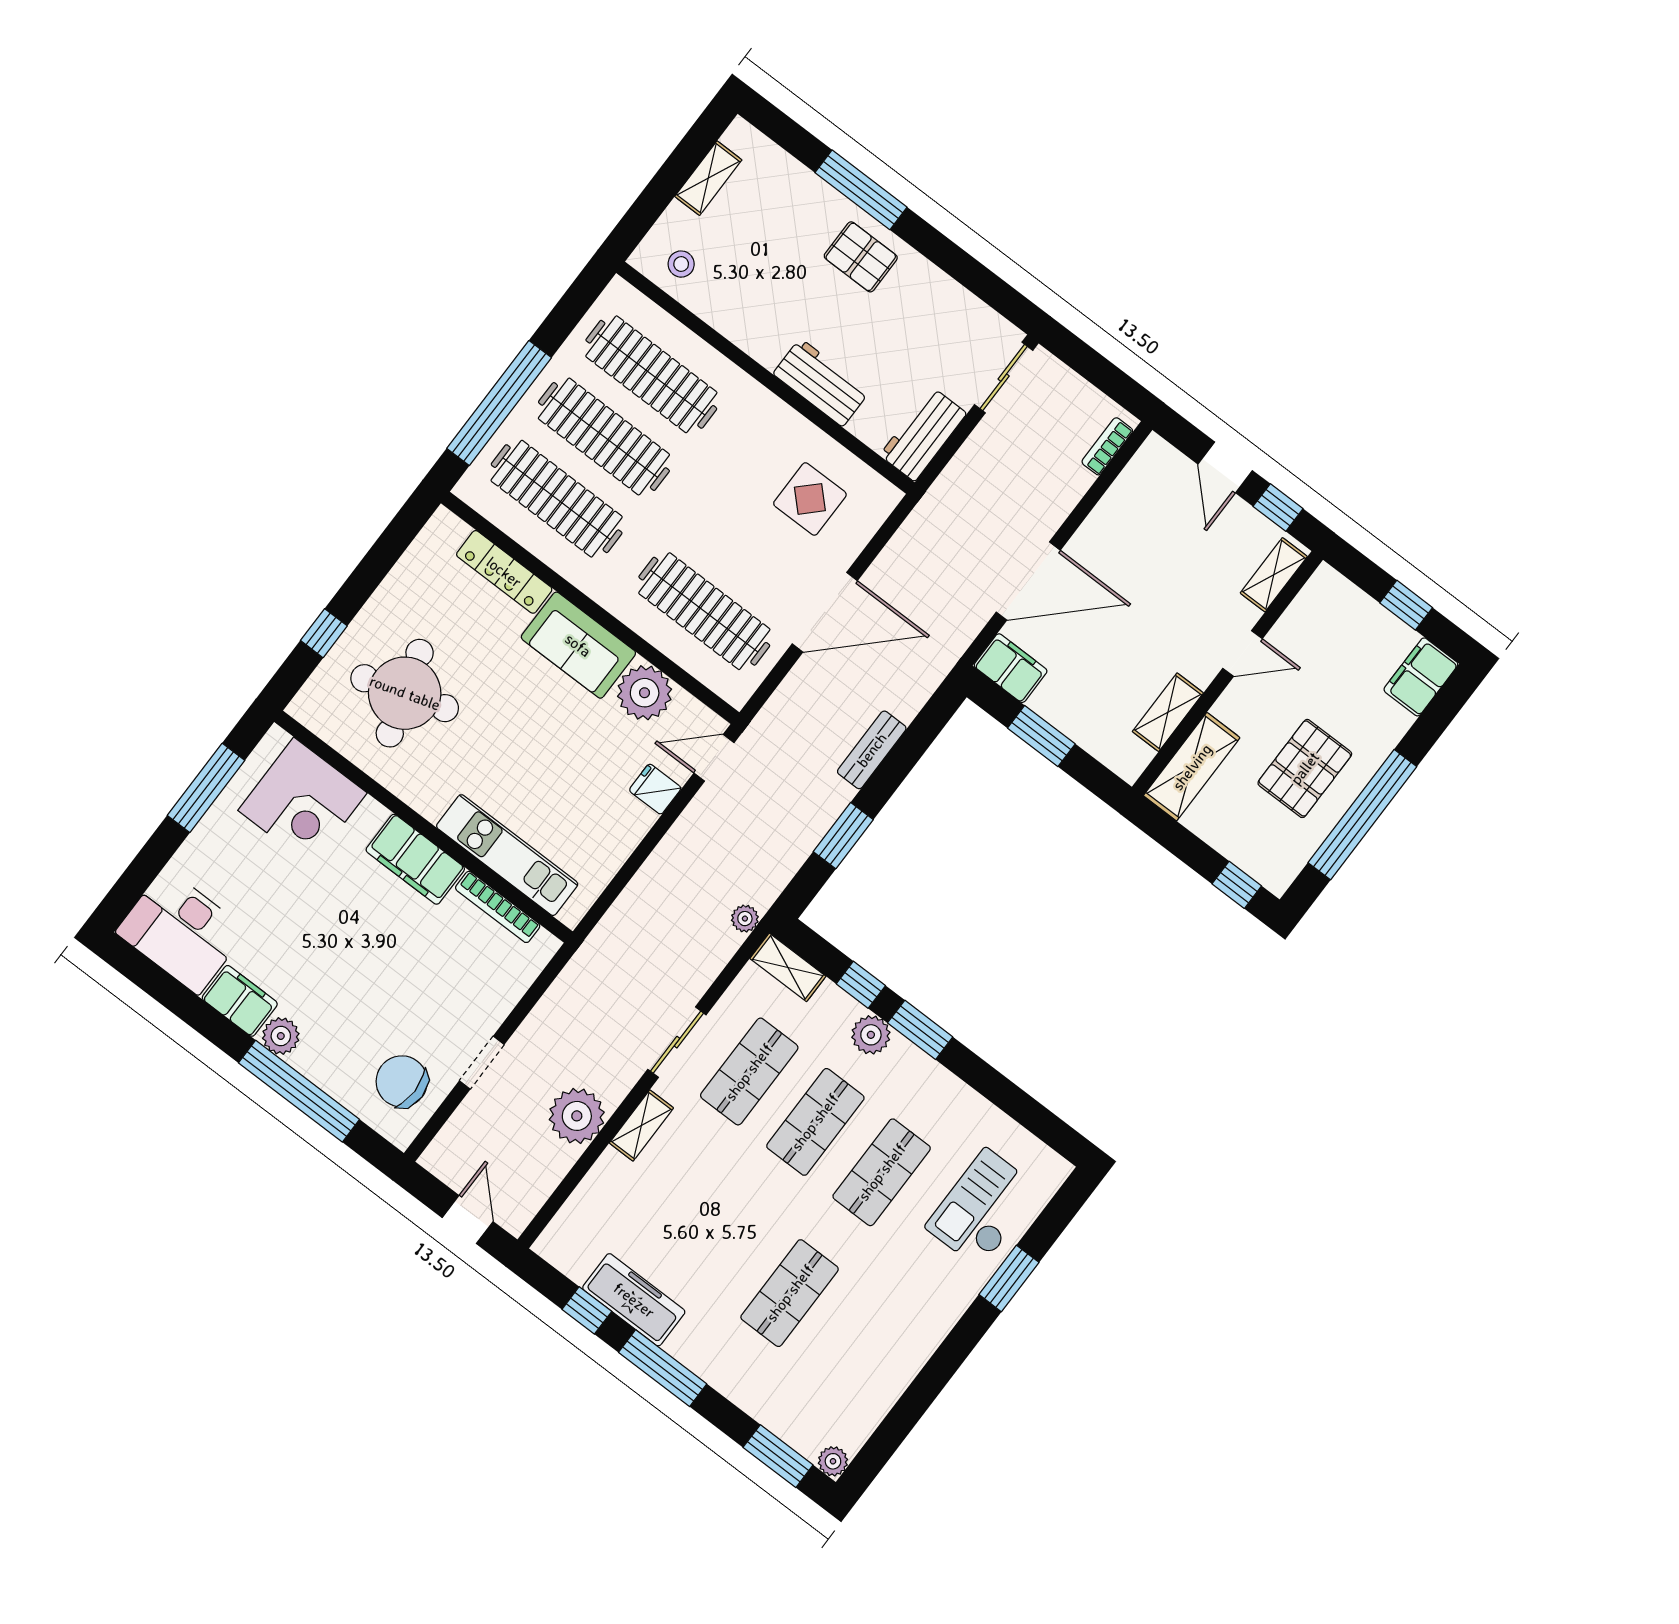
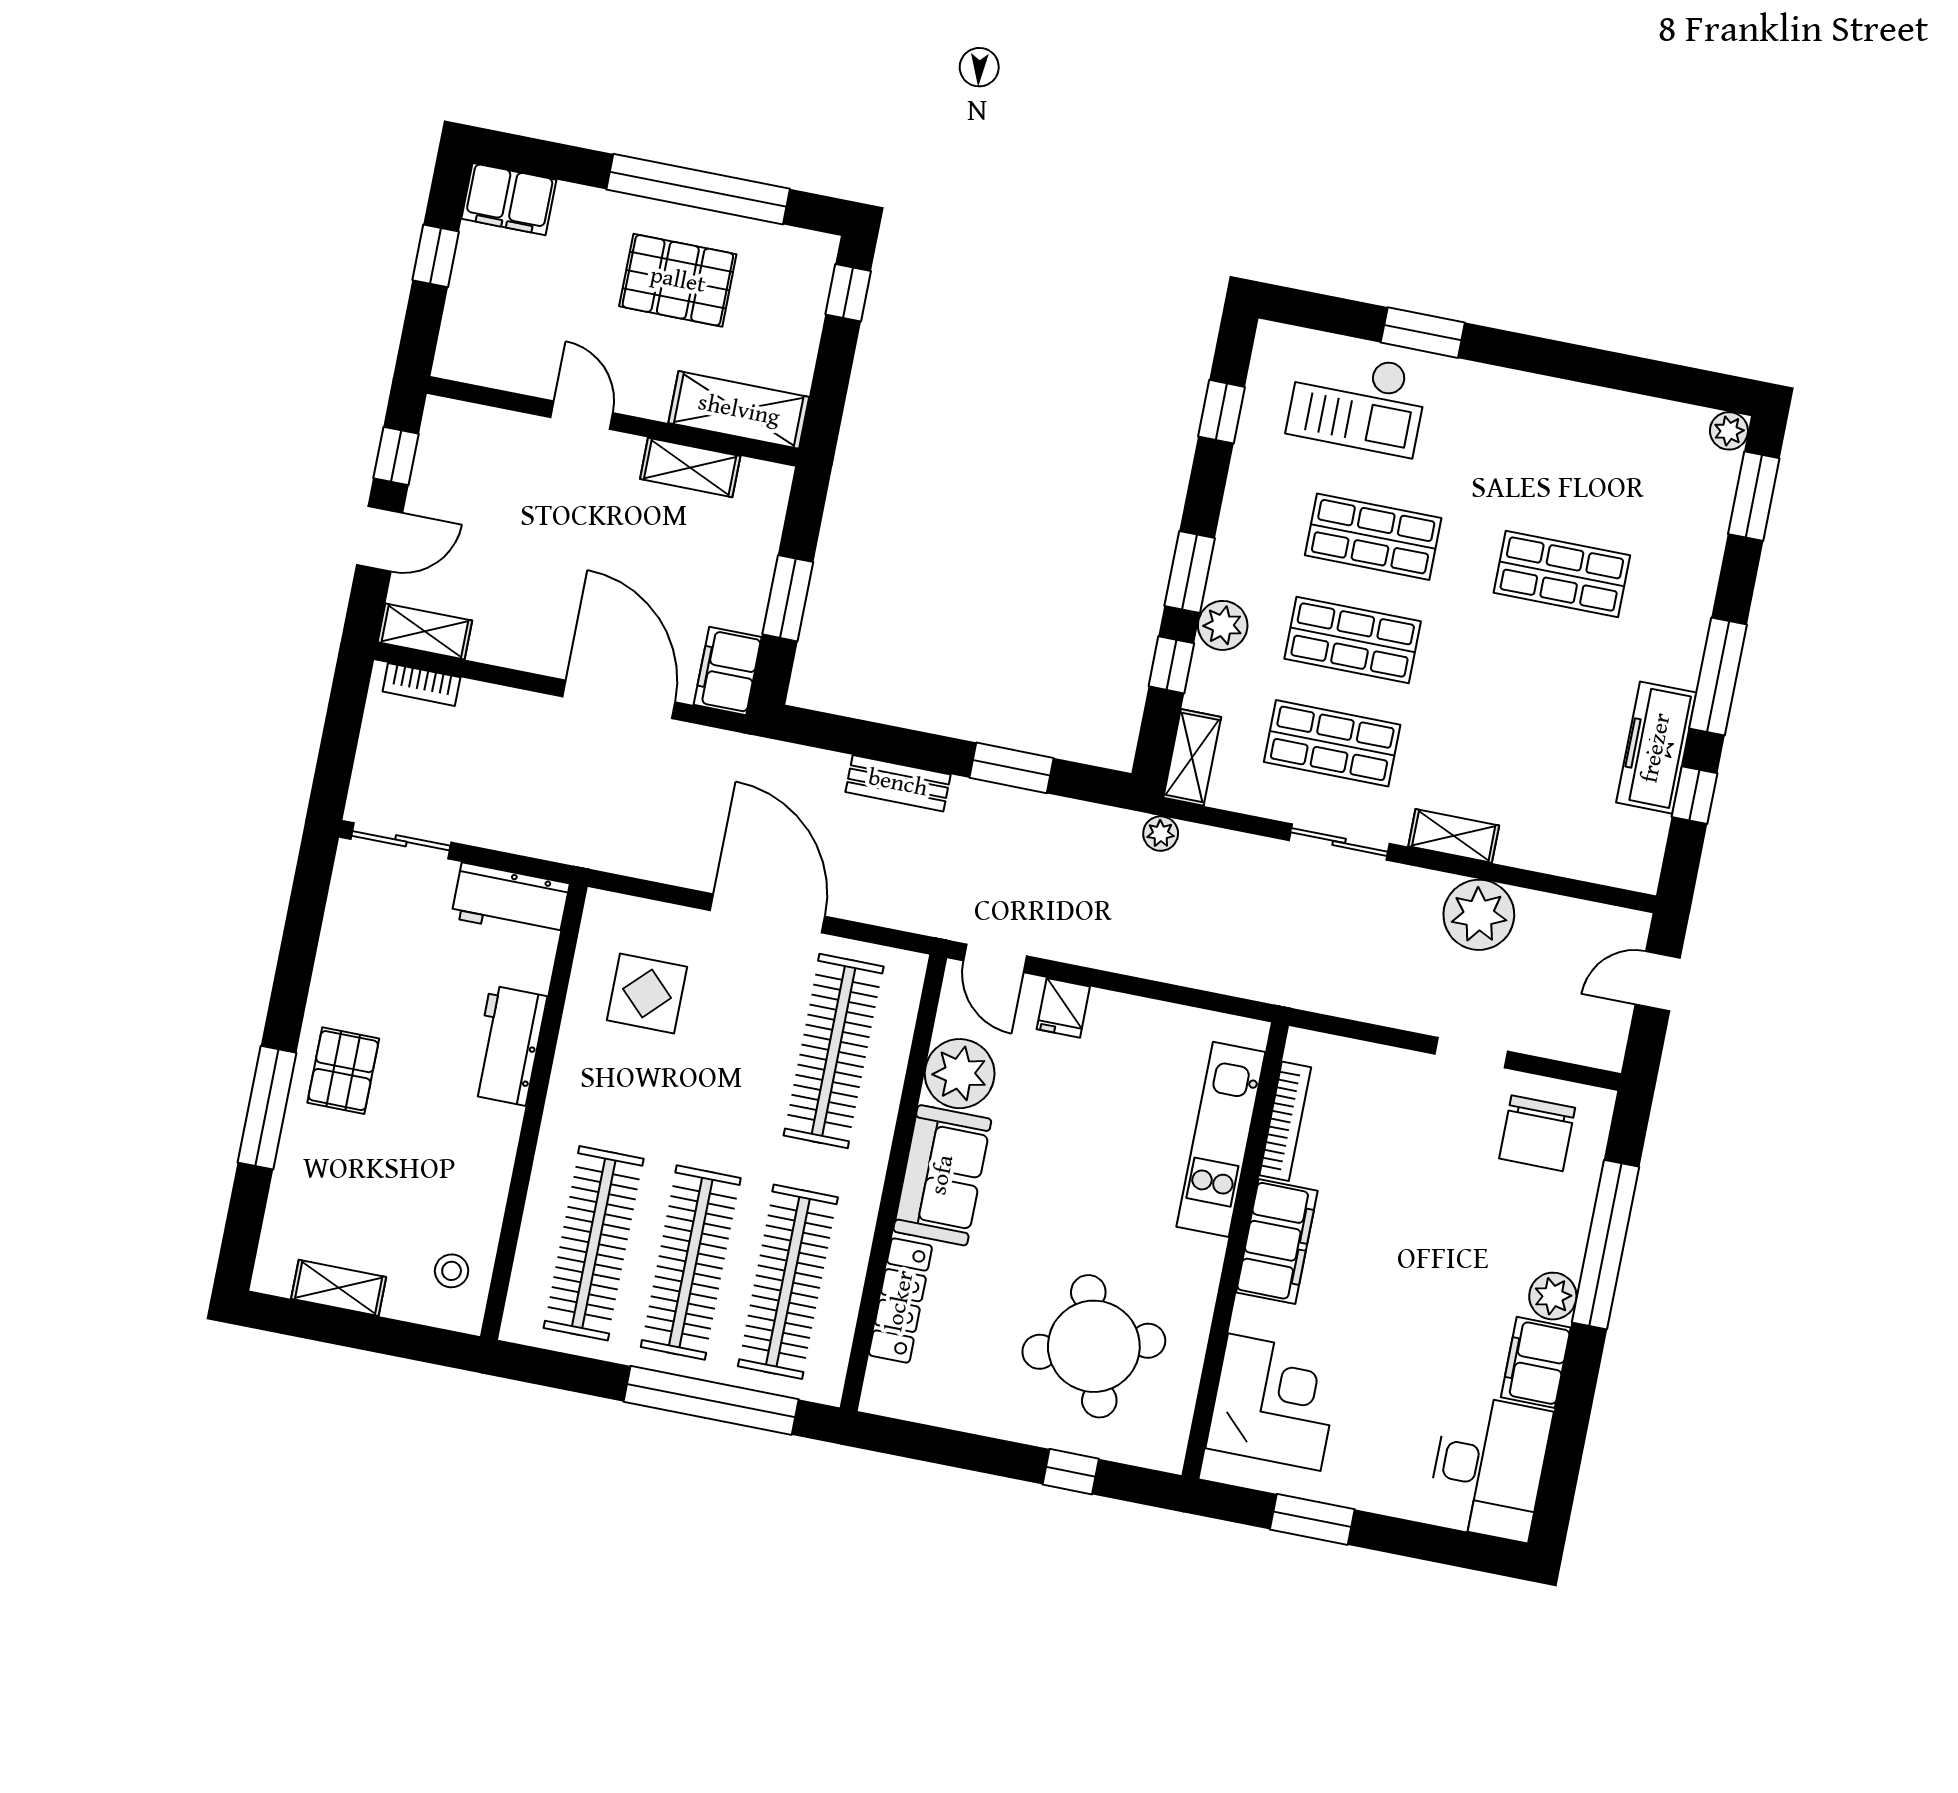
shelving: (1274, 575) -> (425, 631), moved
window: (206, 788) -> (1312, 1519), width x0.69
window: (1023, 1108) -> (1221, 412), added

